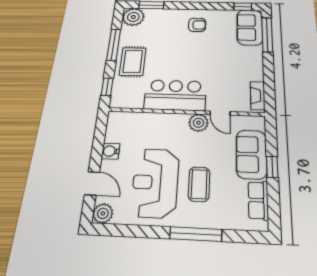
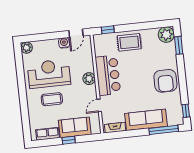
armchair: (197, 25) -> (165, 81), width x1.88, depth x1.88
sofa: (250, 27) -> (146, 120), moved, width x1.36
window: (114, 45) -> (141, 26), removed
plant: (198, 123) -> (89, 79), moved
door: (92, 183) -> (76, 33), moved
window: (196, 234) -> (23, 102), removed

